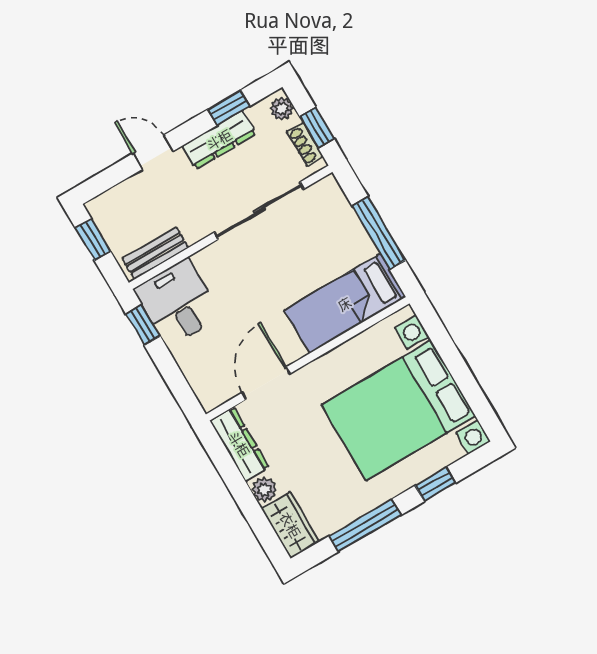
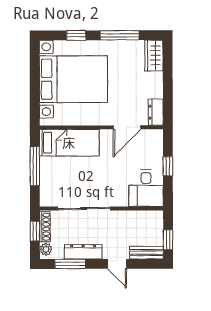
window: (229, 108) -> (70, 264), width x1.50
shoe rack: (305, 144) -> (45, 227), width x1.43
bench: (155, 253) -> (147, 253), moved
window: (143, 325) -> (168, 166), moved
dresser: (239, 444) -> (156, 112), width x0.70
plant: (264, 490) -> (156, 79), removed

